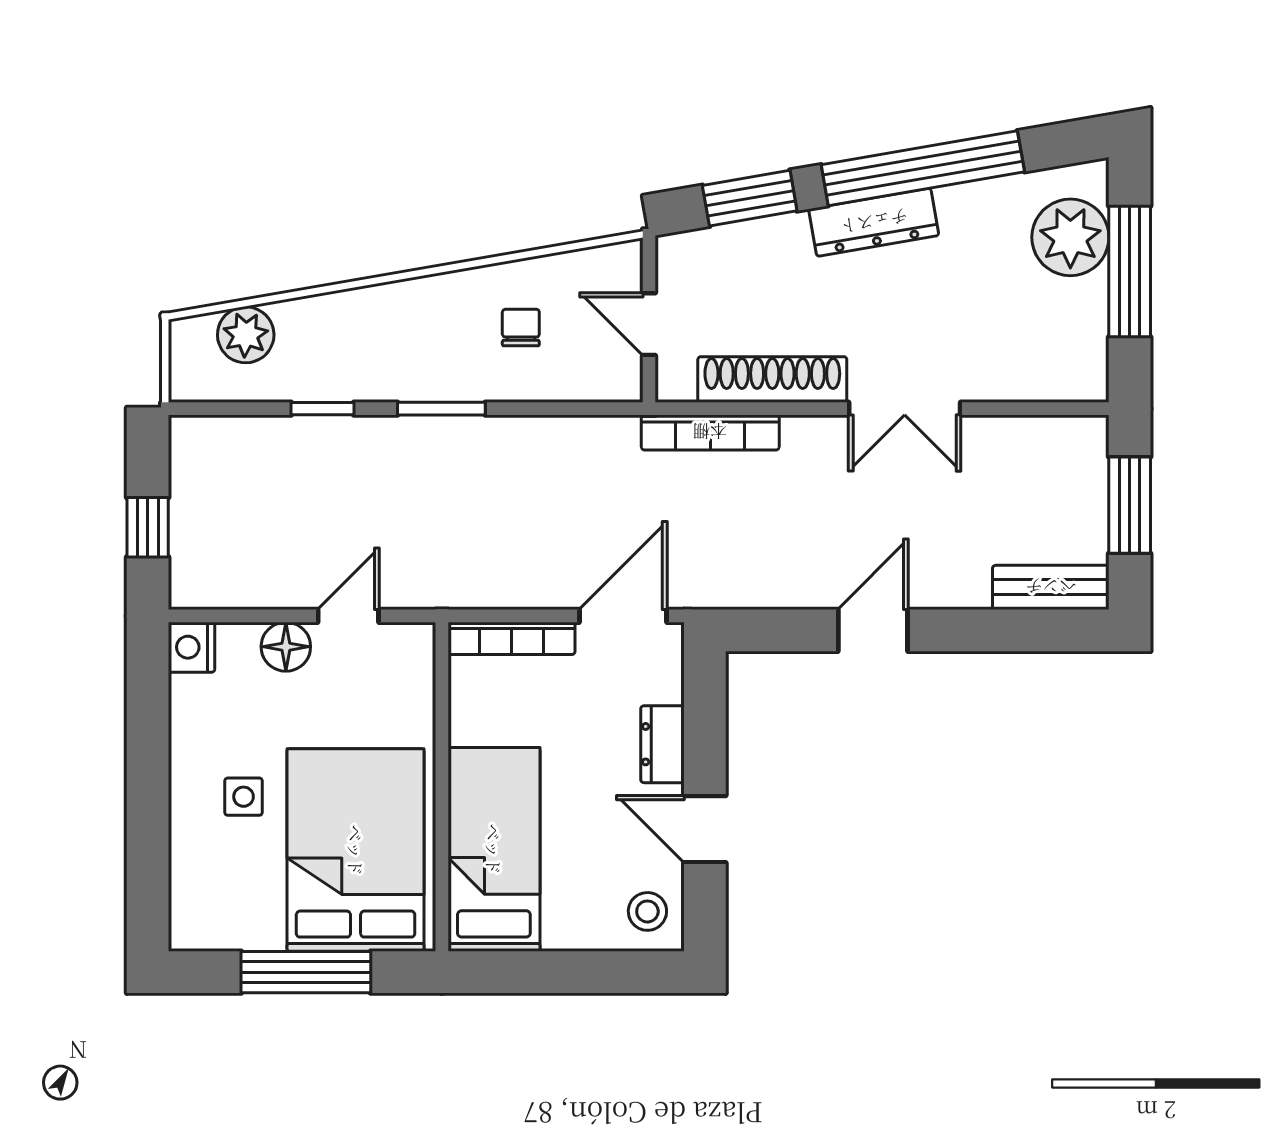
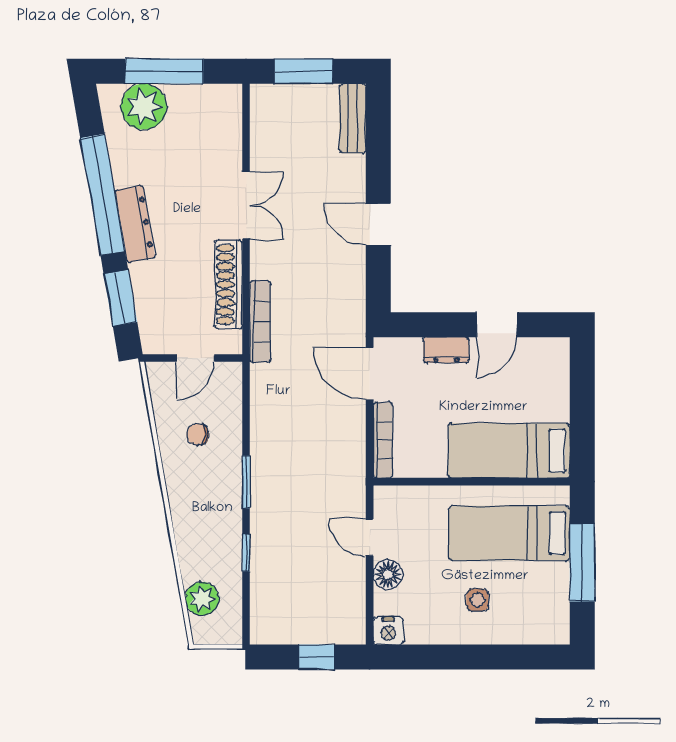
bed: (356, 850) -> (509, 533), width x0.67
stool: (647, 911) -> (546, 359), removed

